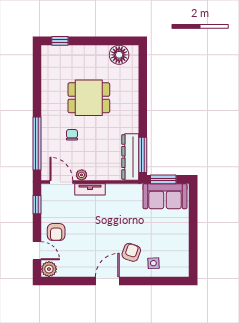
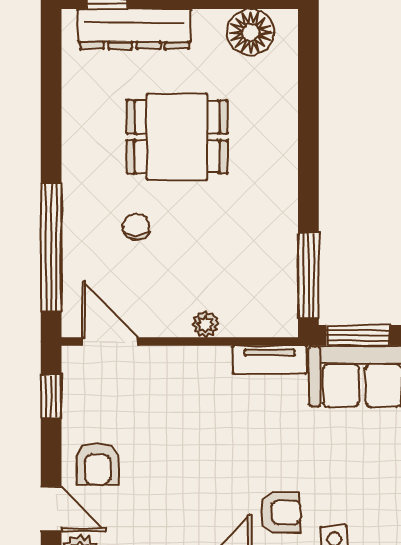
dresser: (130, 157) -> (134, 29), moved, turned -90
plant: (82, 175) -> (205, 324), moved
tv unit: (90, 189) -> (270, 360), moved
armchair: (131, 252) -> (280, 513), turned 71

